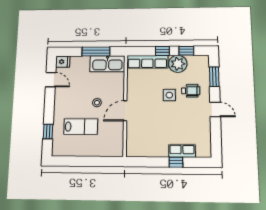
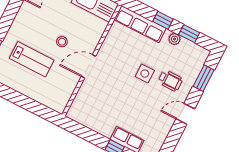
plant: (178, 64) -> (174, 39), width x0.53, depth x0.53
door: (215, 109) -> (185, 114), swing flipped

